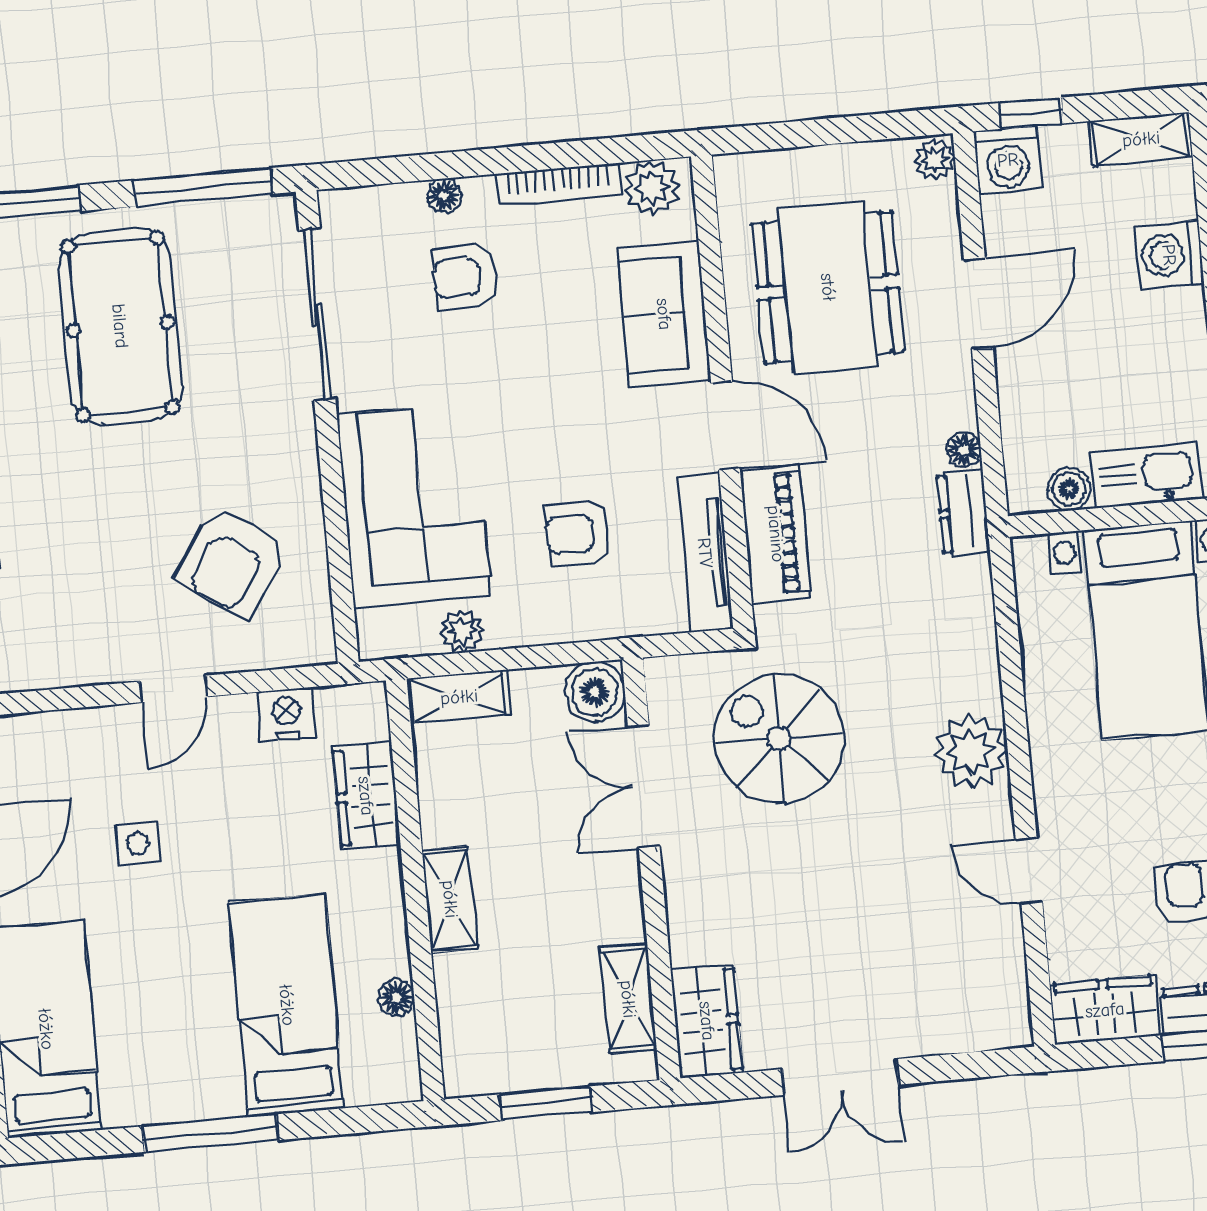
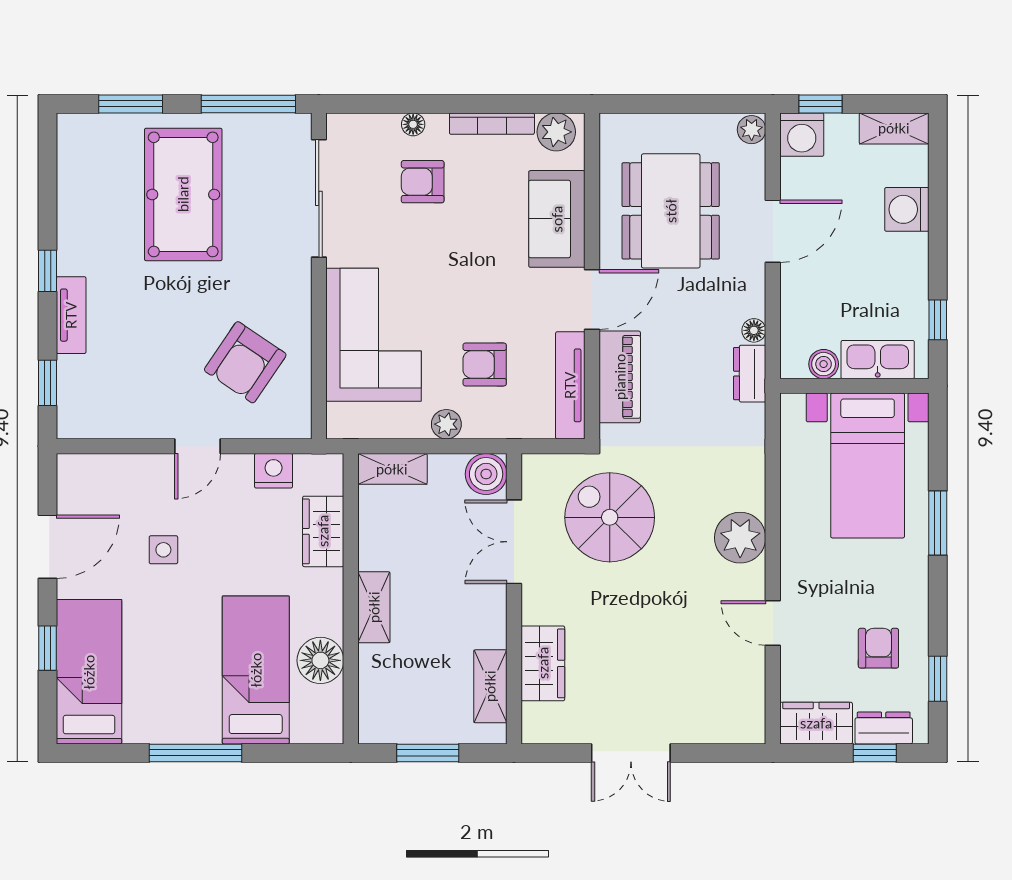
door: (725, 426) -> (592, 300), hinge flipped
plant: (462, 631) -> (446, 424), moved
floor lamp: (396, 998) -> (320, 660), width x1.89, depth x1.89
wardrobe: (707, 1021) -> (543, 663), moved

